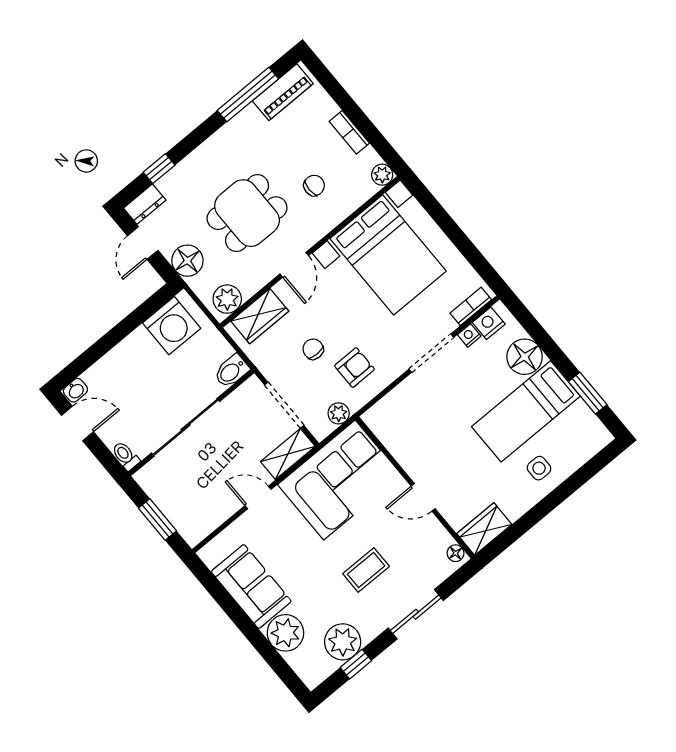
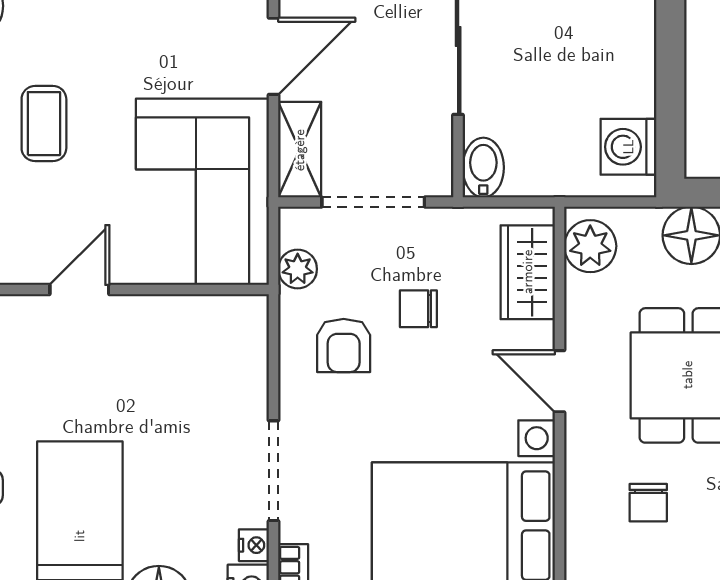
washing machine: (172, 326) -> (629, 147), width x0.73, depth x0.73
chair: (313, 349) -> (418, 309), turned 180
door: (258, 497) -> (274, 56), width x1.38

